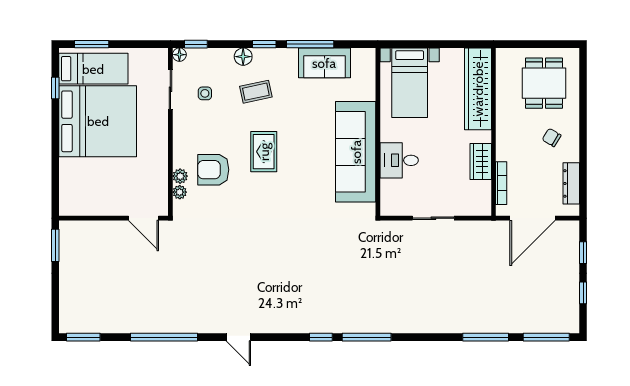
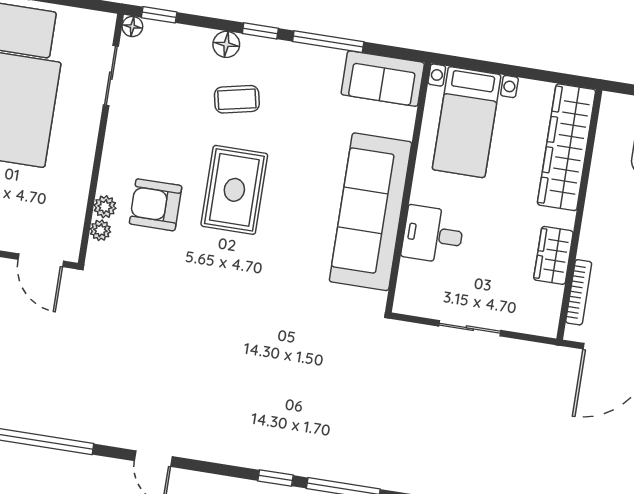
sofa: (324, 63) -> (383, 79), moved
side table: (205, 93) -> (161, 90), removed
rug: (264, 152) -> (234, 190), width x1.36, depth x1.43

